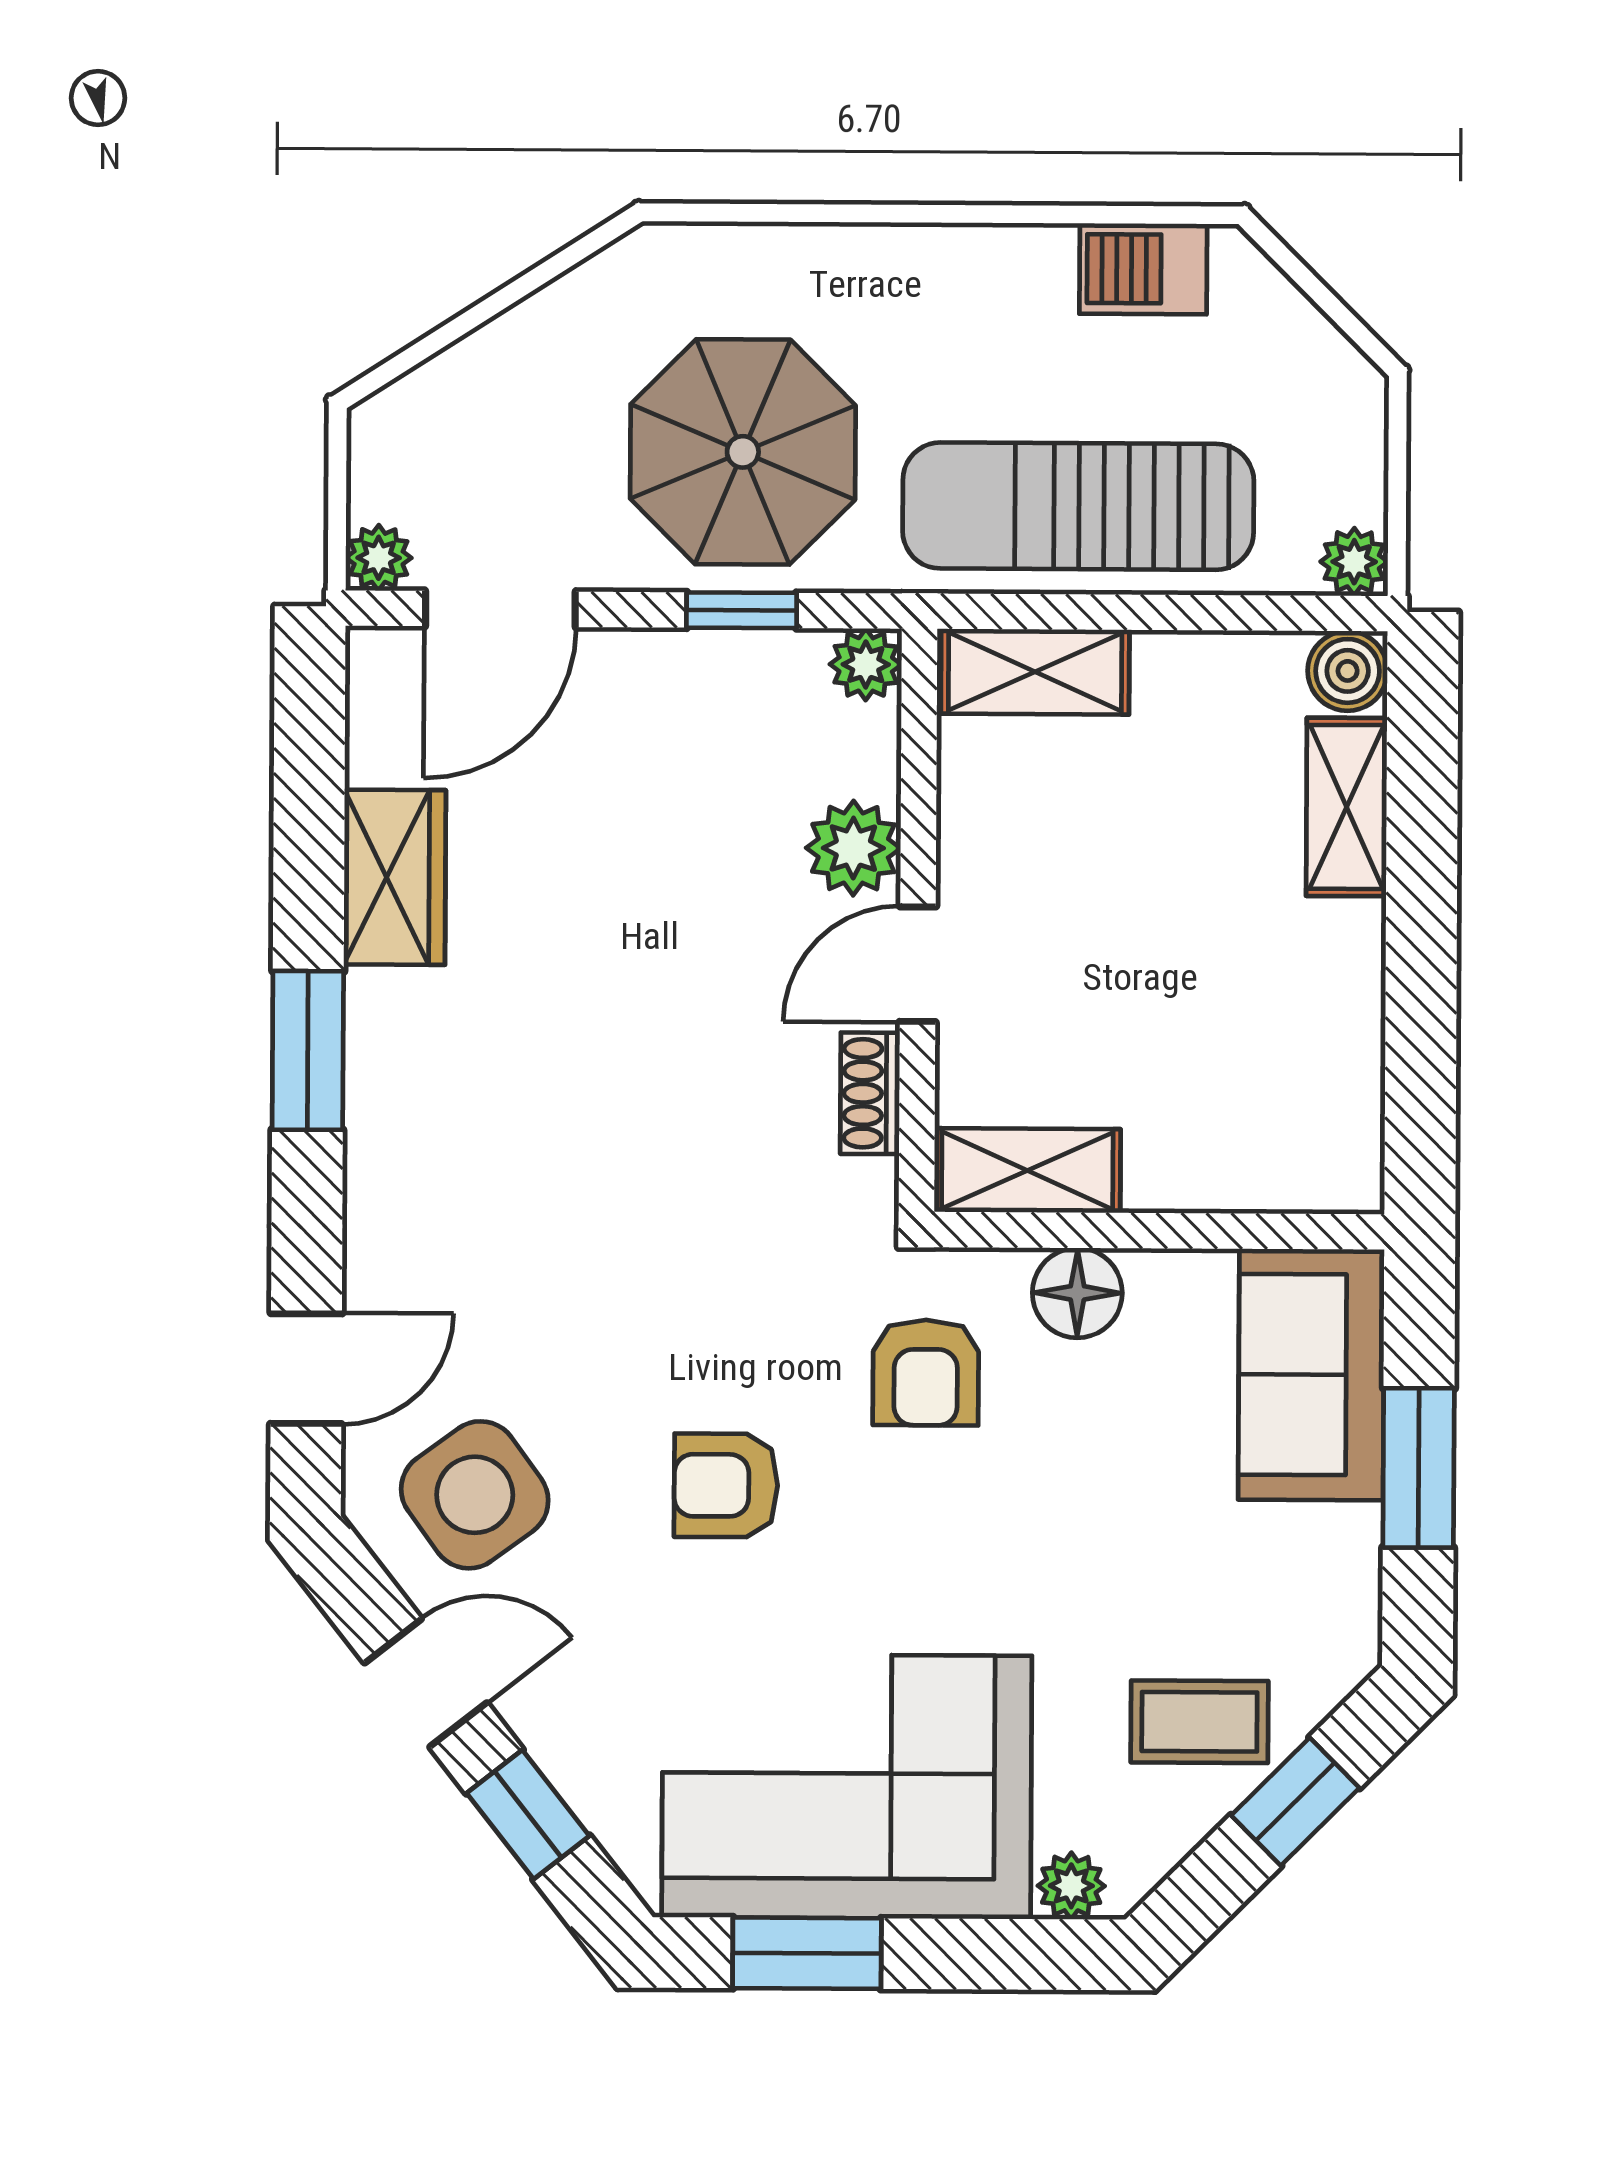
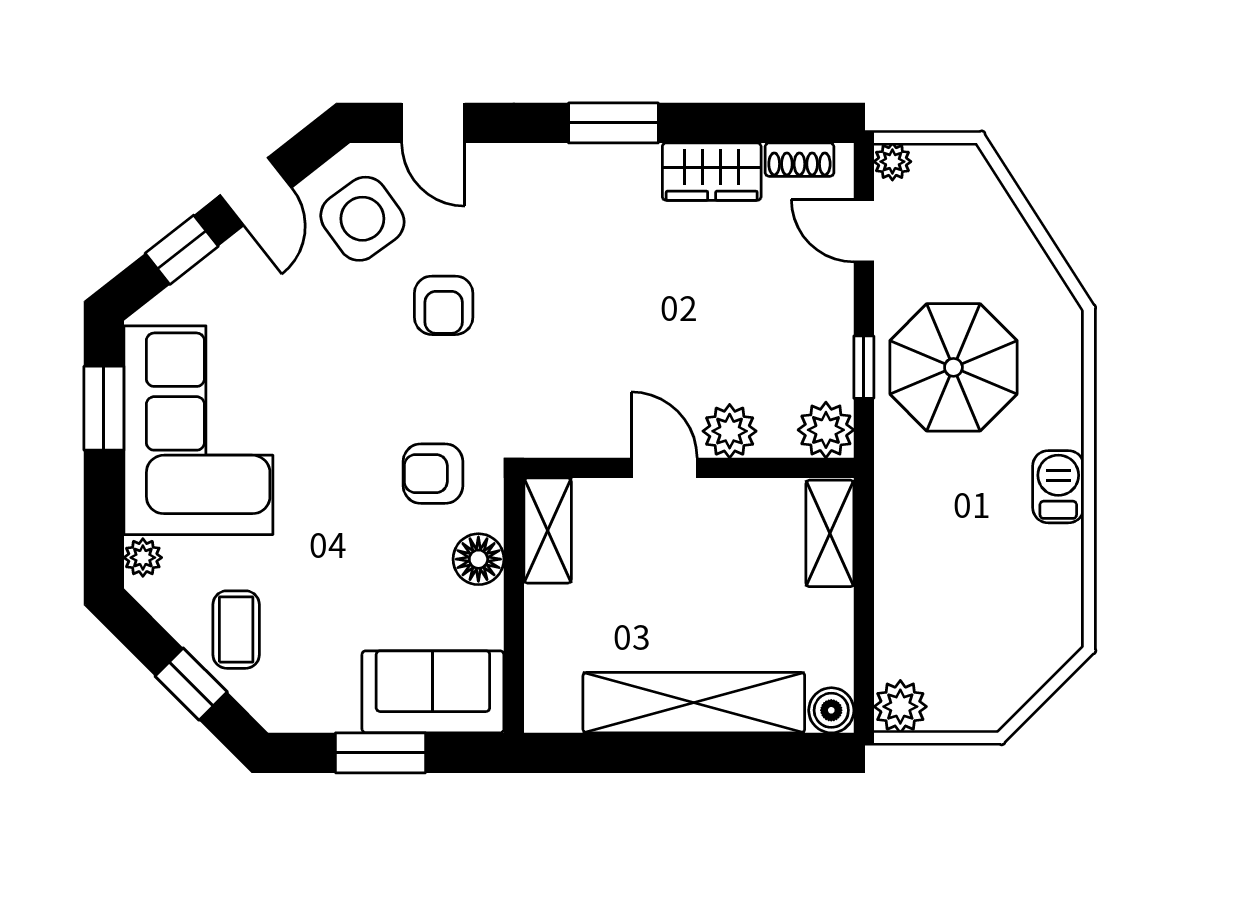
barbecue: (1143, 269) -> (1058, 487), moved
sun lounger: (1078, 506) -> (924, 557), removed
plant: (1354, 562) -> (900, 707), width x1.38, depth x1.38
door: (500, 609) -> (864, 231), width x0.73
plant: (866, 664) -> (826, 430), width x1.38, depth x1.38
shelving: (1347, 807) -> (694, 703), width x2.20, depth x1.33
shoe rack: (870, 1093) -> (799, 160), moved, turned 180
armchair: (726, 1485) -> (444, 305), moved, turned 180

